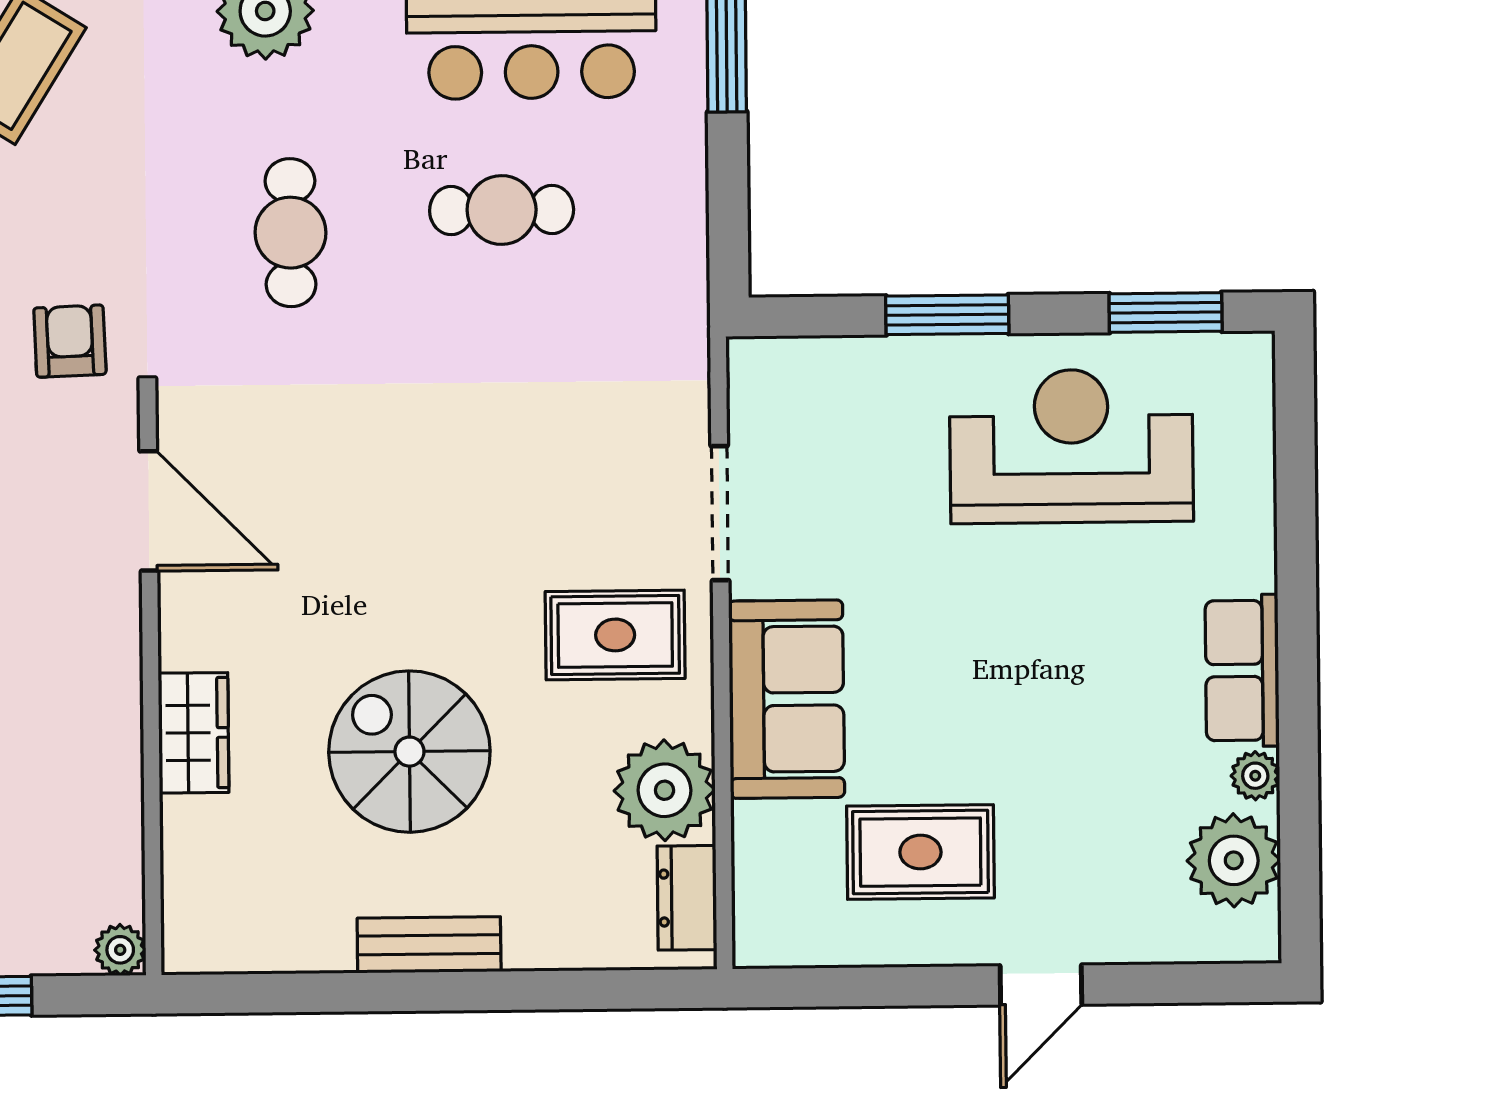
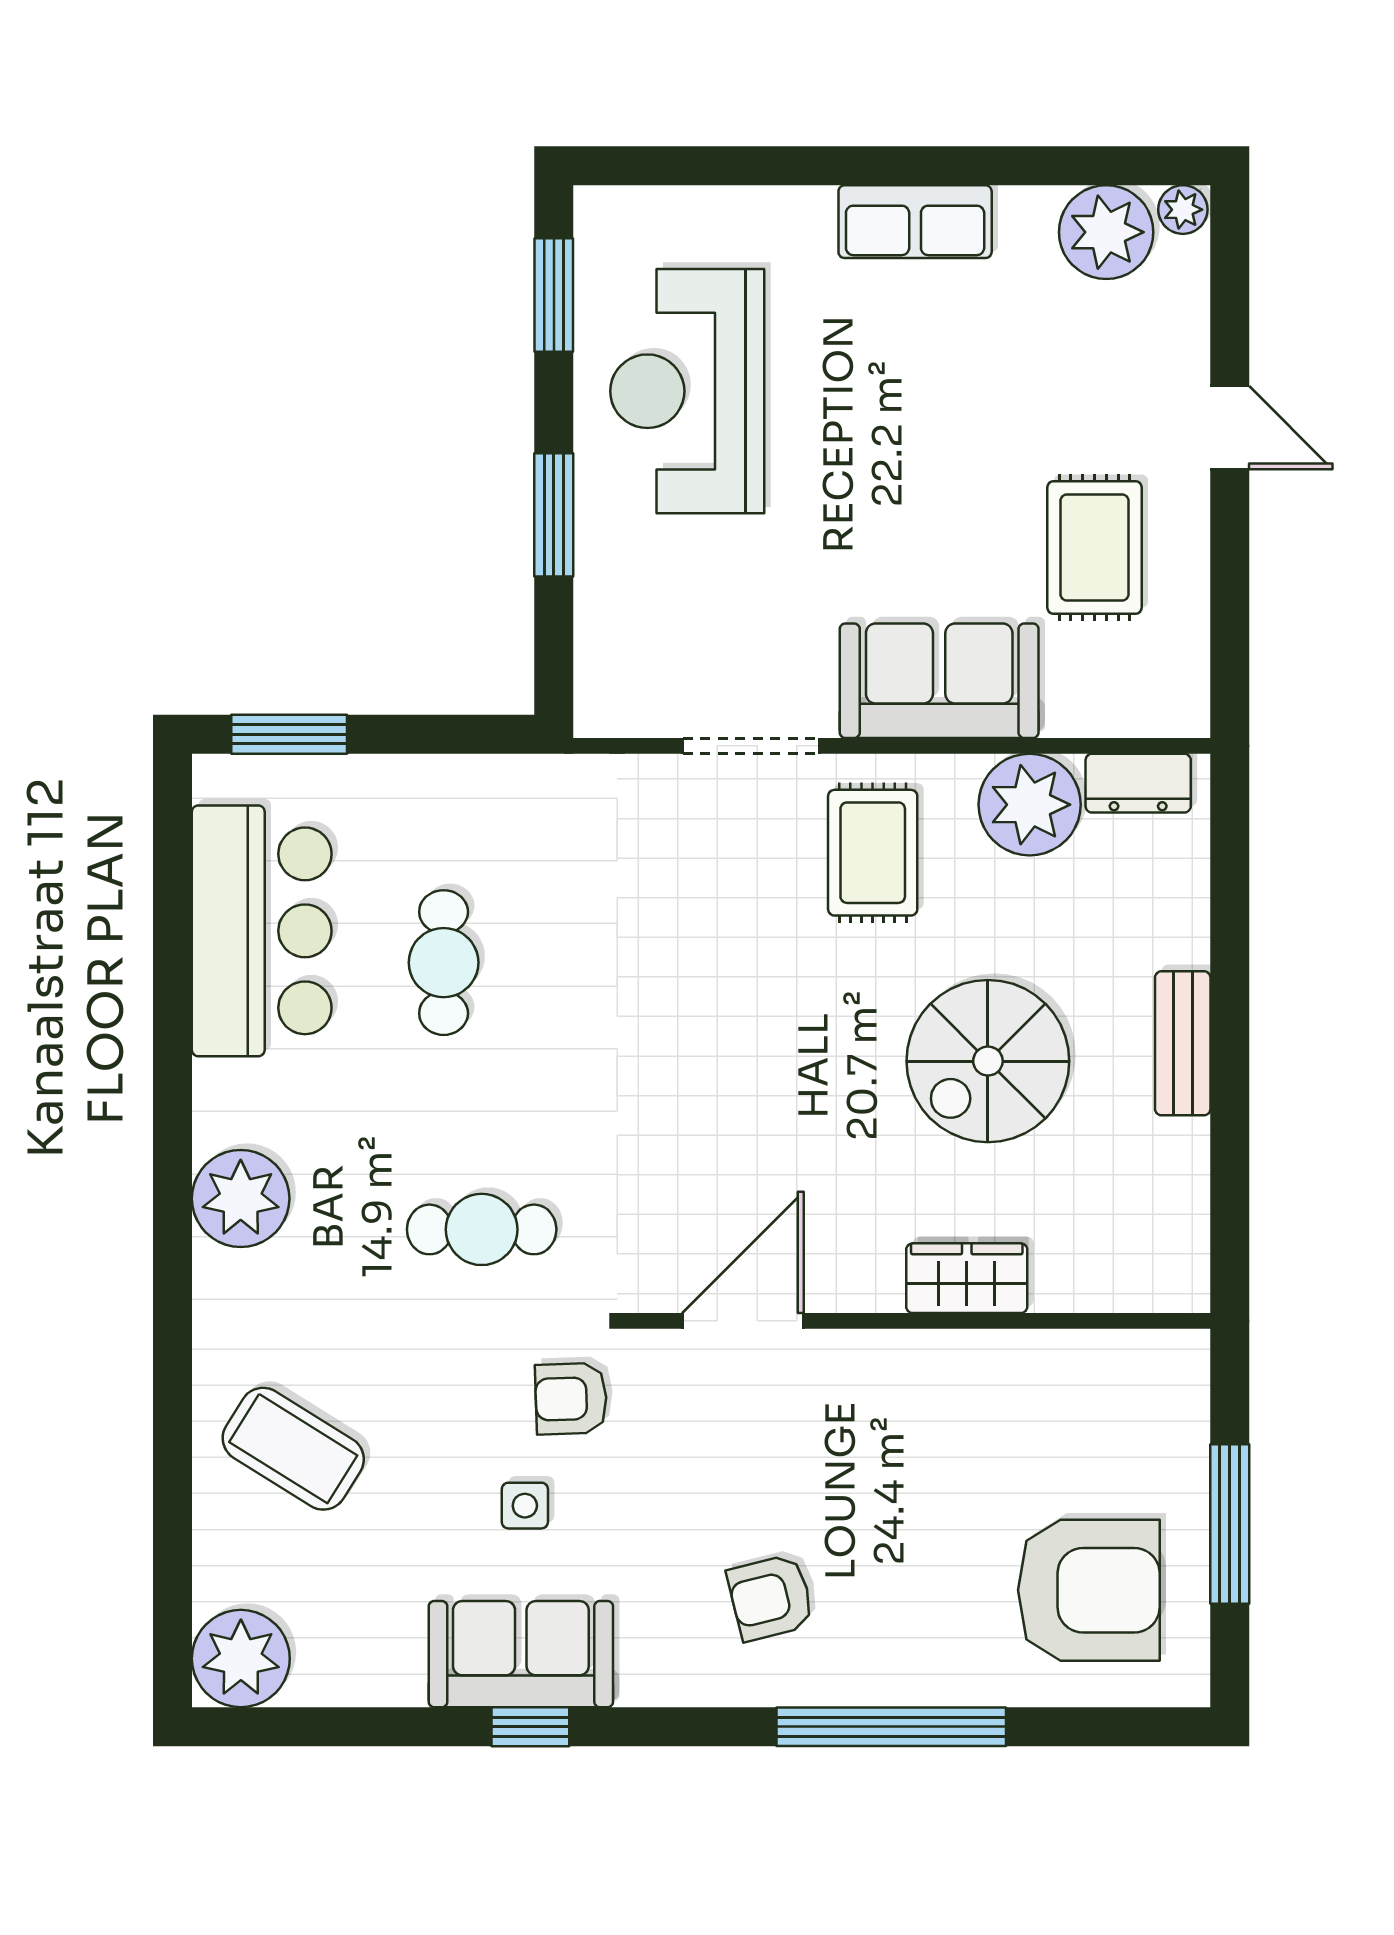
cafe table: (290, 233) -> (482, 1229), moved
plant: (1255, 776) -> (1183, 210), moved
plant: (120, 950) -> (1185, 1354), removed

